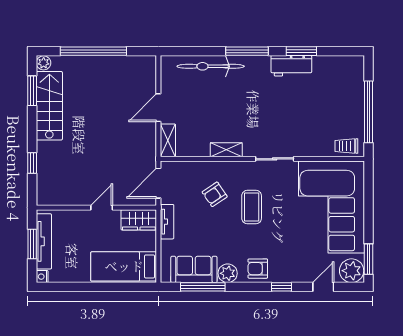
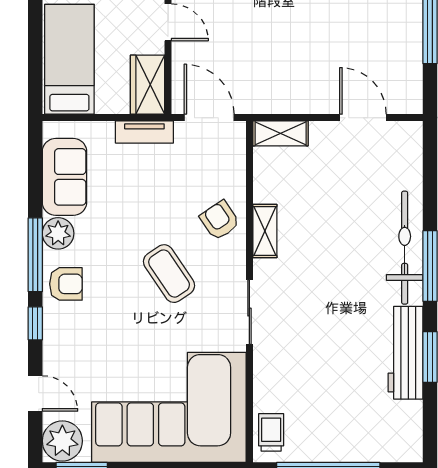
bicycle: (211, 66) -> (405, 248), moved
workbench: (291, 66) -> (406, 353), width x1.38
door: (158, 108) -> (363, 118), moved
armchair: (215, 194) -> (220, 220), moved
coffee table: (252, 207) -> (169, 274), turned 56
armchair: (258, 269) -> (66, 284), turned 90
window: (203, 287) -> (35, 255), moved

